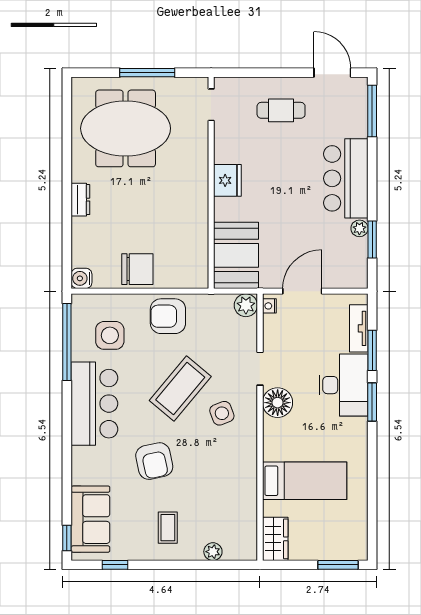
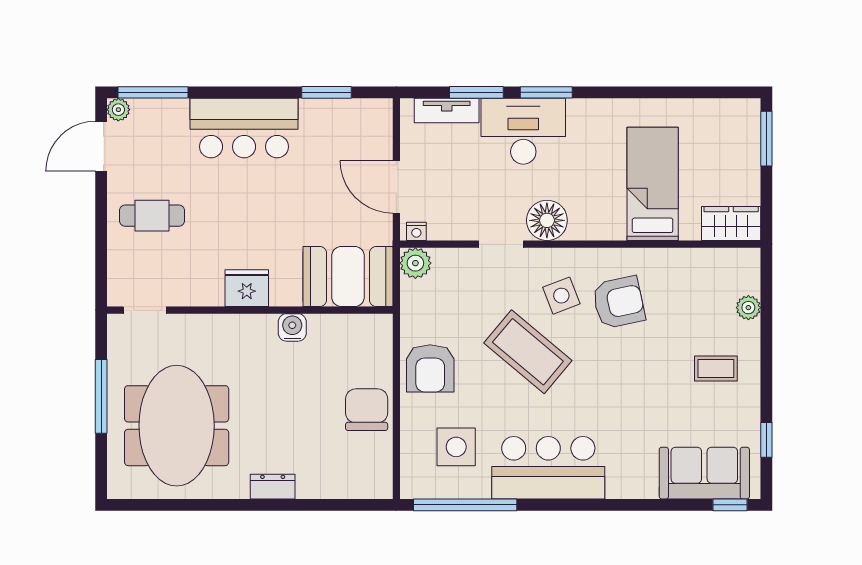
cafe table: (281, 110) -> (152, 216), turned 90
plant: (359, 228) -> (118, 110), moved
water cooler: (82, 278) -> (292, 327), moved, turned 180
armchair: (154, 461) -> (619, 302), moved

